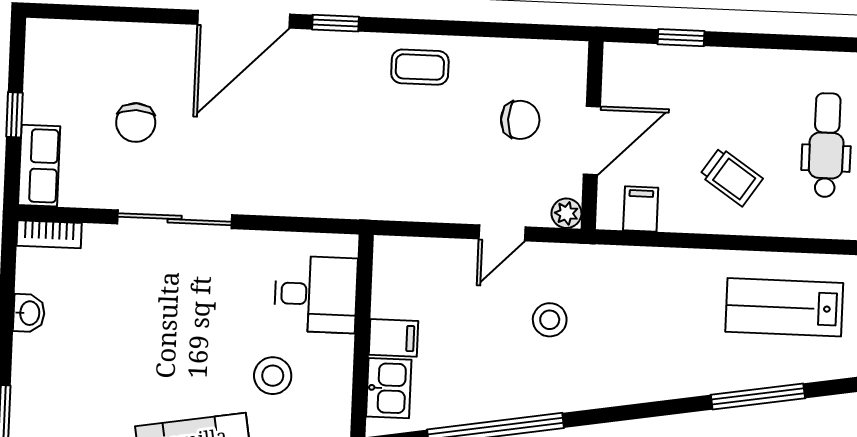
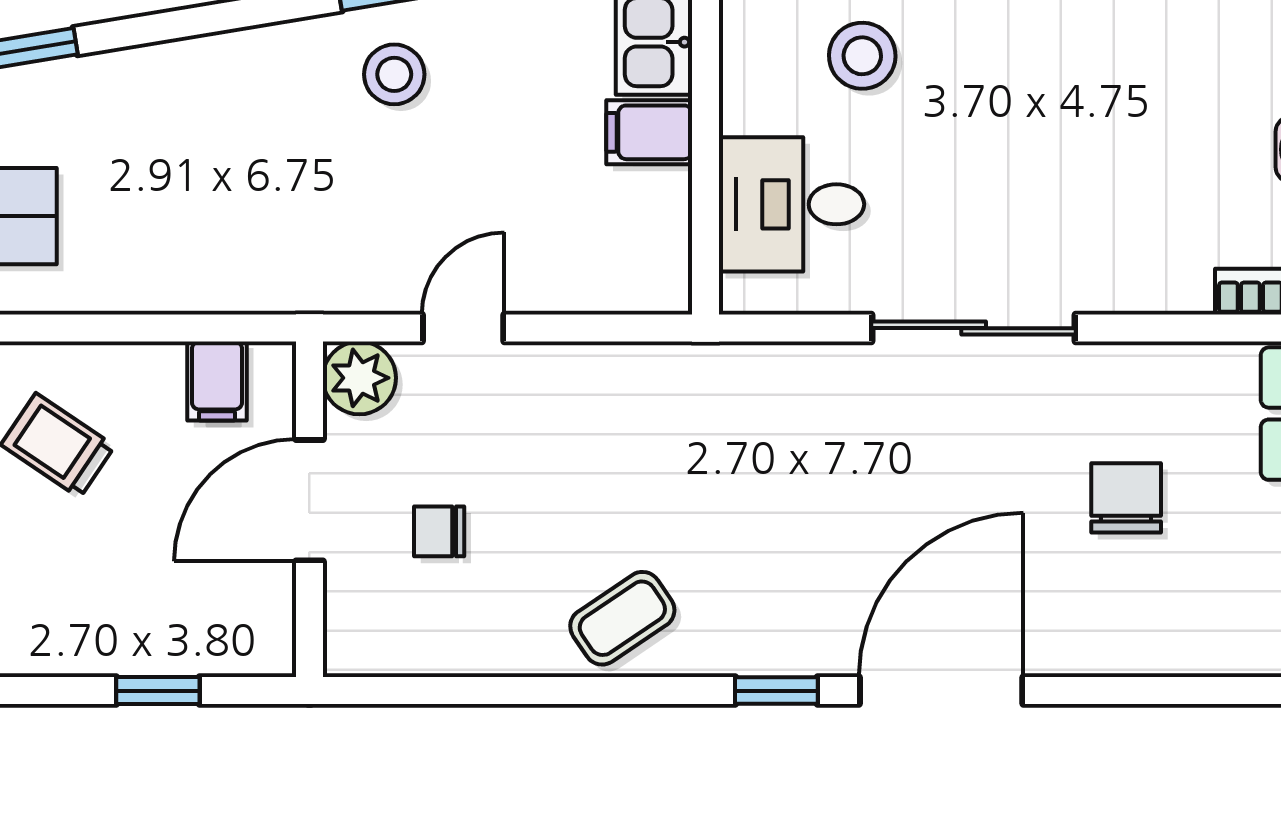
coffee table: (420, 67) -> (622, 618), turned -34
chair: (520, 120) -> (439, 531), width x0.73, depth x0.73
plant: (566, 213) -> (359, 378), width x1.38, depth x1.38
sliding door: (175, 219) -> (974, 328), moved
stool: (550, 320) -> (394, 74), moved

